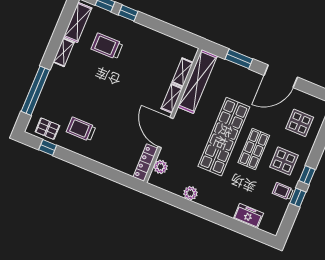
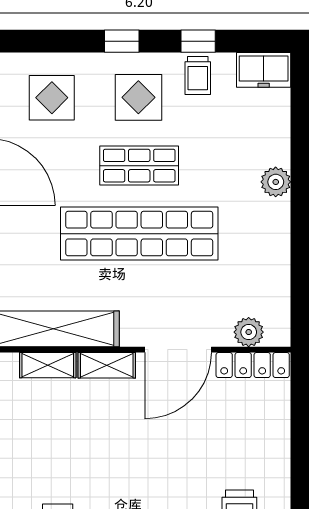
window: (307, 175) -> (122, 41), moved
plant: (190, 193) -> (276, 182), moved
freezer: (248, 216) -> (264, 70), moved, turned -90

